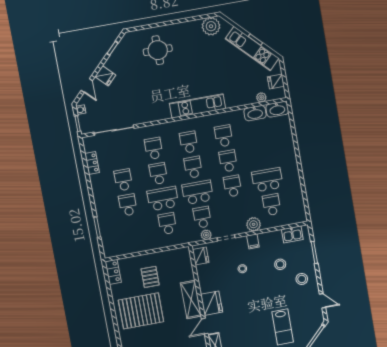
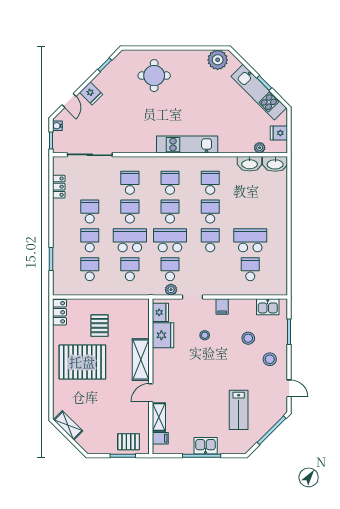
plant: (254, 224) -> (226, 287), removed
school desk: (133, 230) -> (90, 269), added
fridge: (212, 303) -> (163, 335), moved

